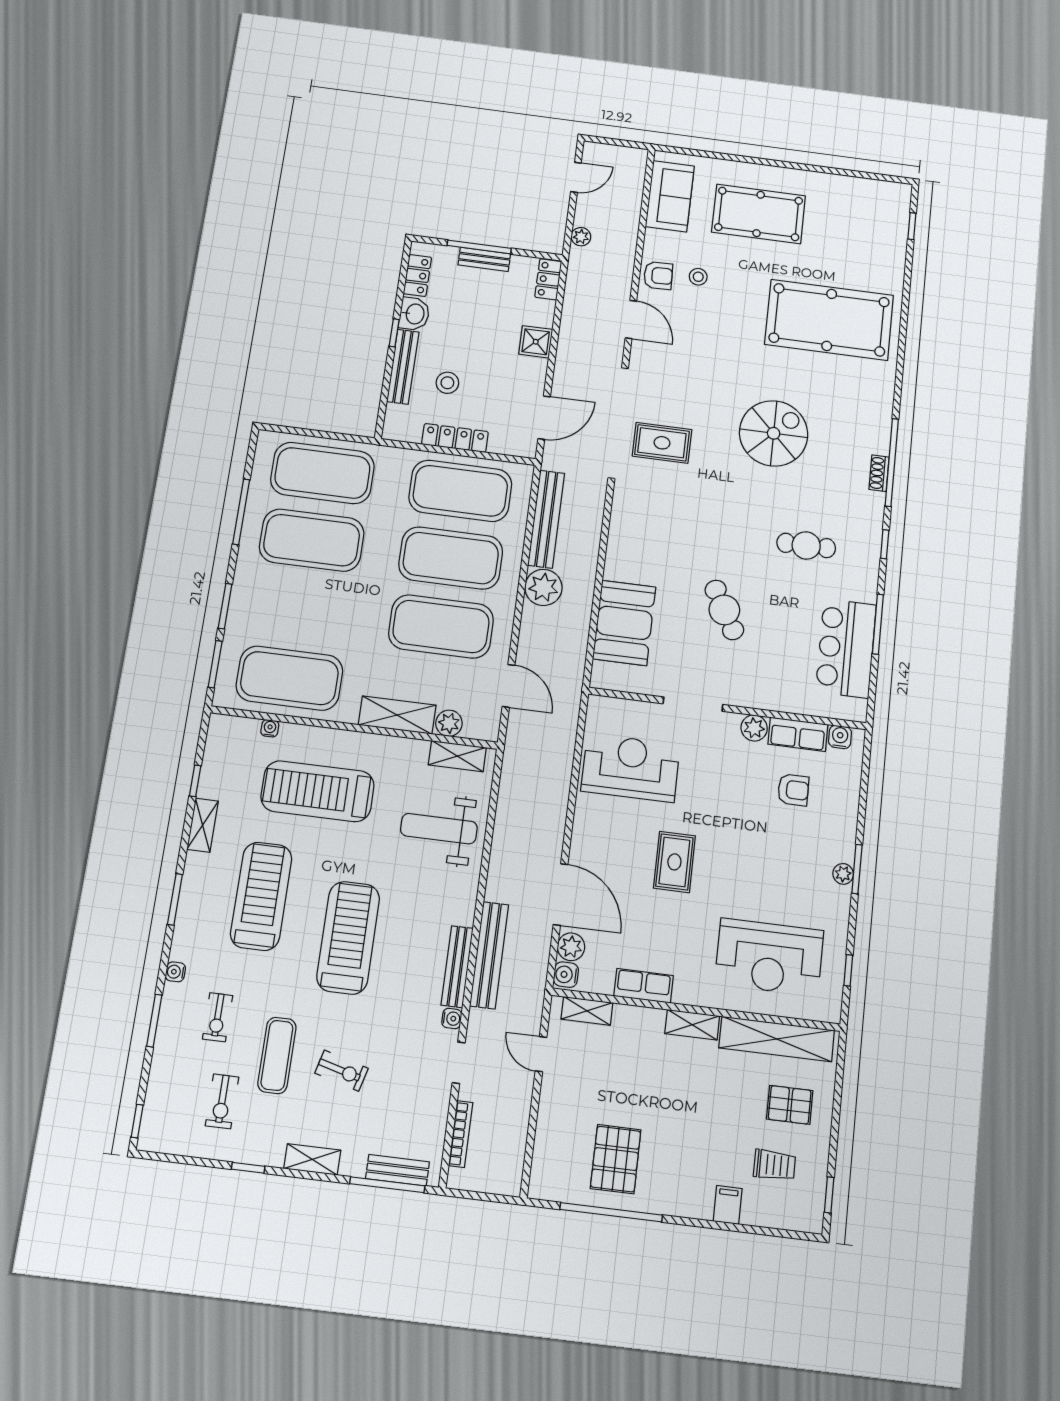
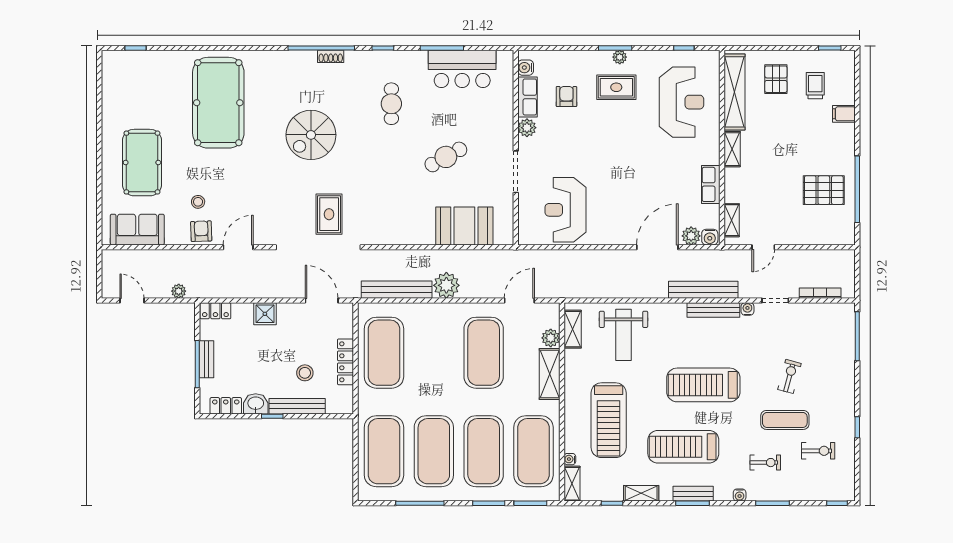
spiral stairs: (774, 433) -> (311, 135), turned -90
exercise mat: (451, 558) -> (484, 451), moved
rug: (674, 862) -> (616, 87), moved
shelving: (312, 1159) -> (572, 484), moved
bench: (398, 1170) -> (693, 494), moved, turned 90

